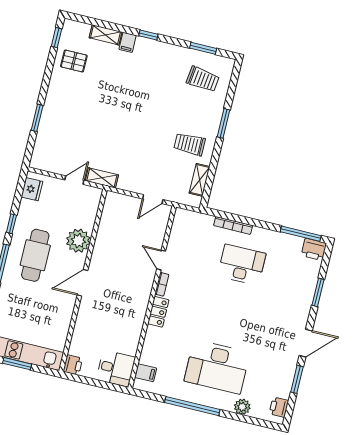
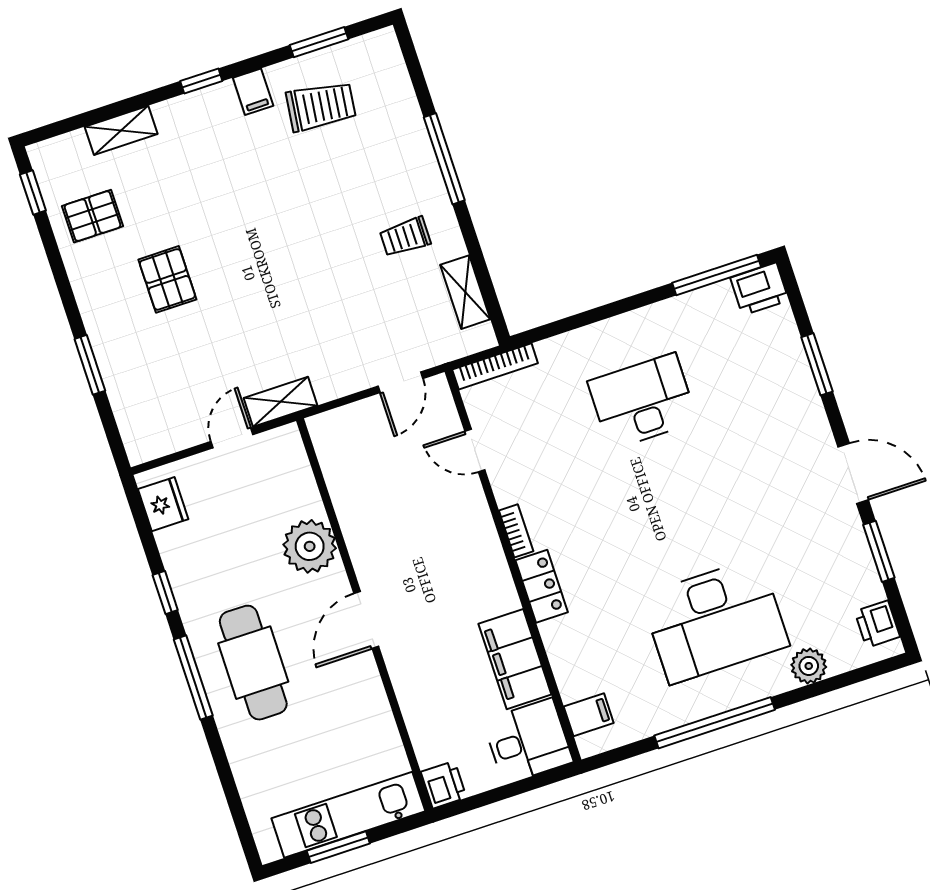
filing cabinet: (128, 42) -> (253, 92), moved
trolley: (203, 79) -> (321, 106), moved
pallet: (88, 103) -> (167, 279), added
window: (223, 123) -> (444, 159), width x1.44
trolley: (190, 144) -> (405, 237), width x0.73, depth x0.72
bookcase: (233, 225) -> (495, 366), moved
cafe table: (35, 255) -> (253, 663), moved
door: (161, 260) -> (475, 451), moved
filing cabinet: (131, 334) -> (515, 659), added
door: (306, 343) -> (853, 473), hinge flipped

